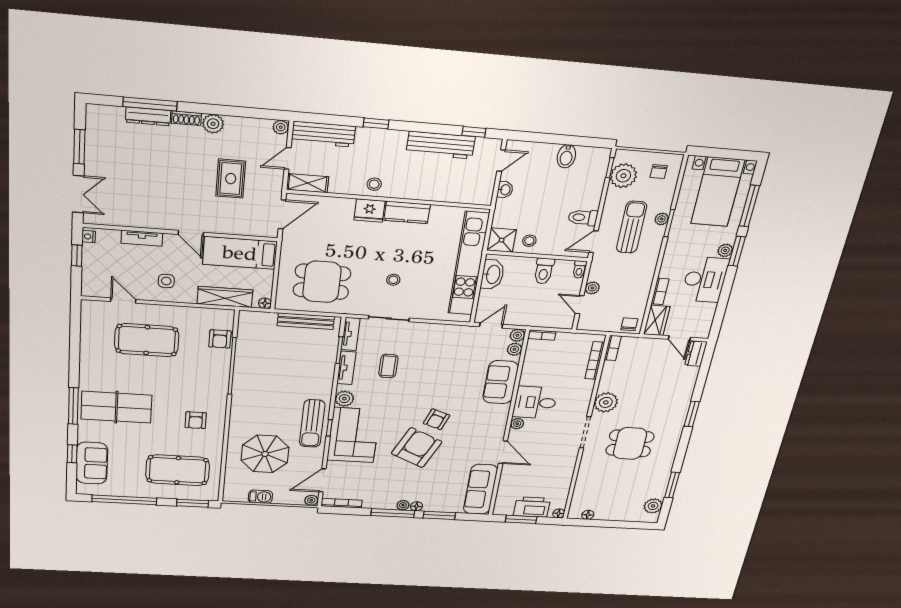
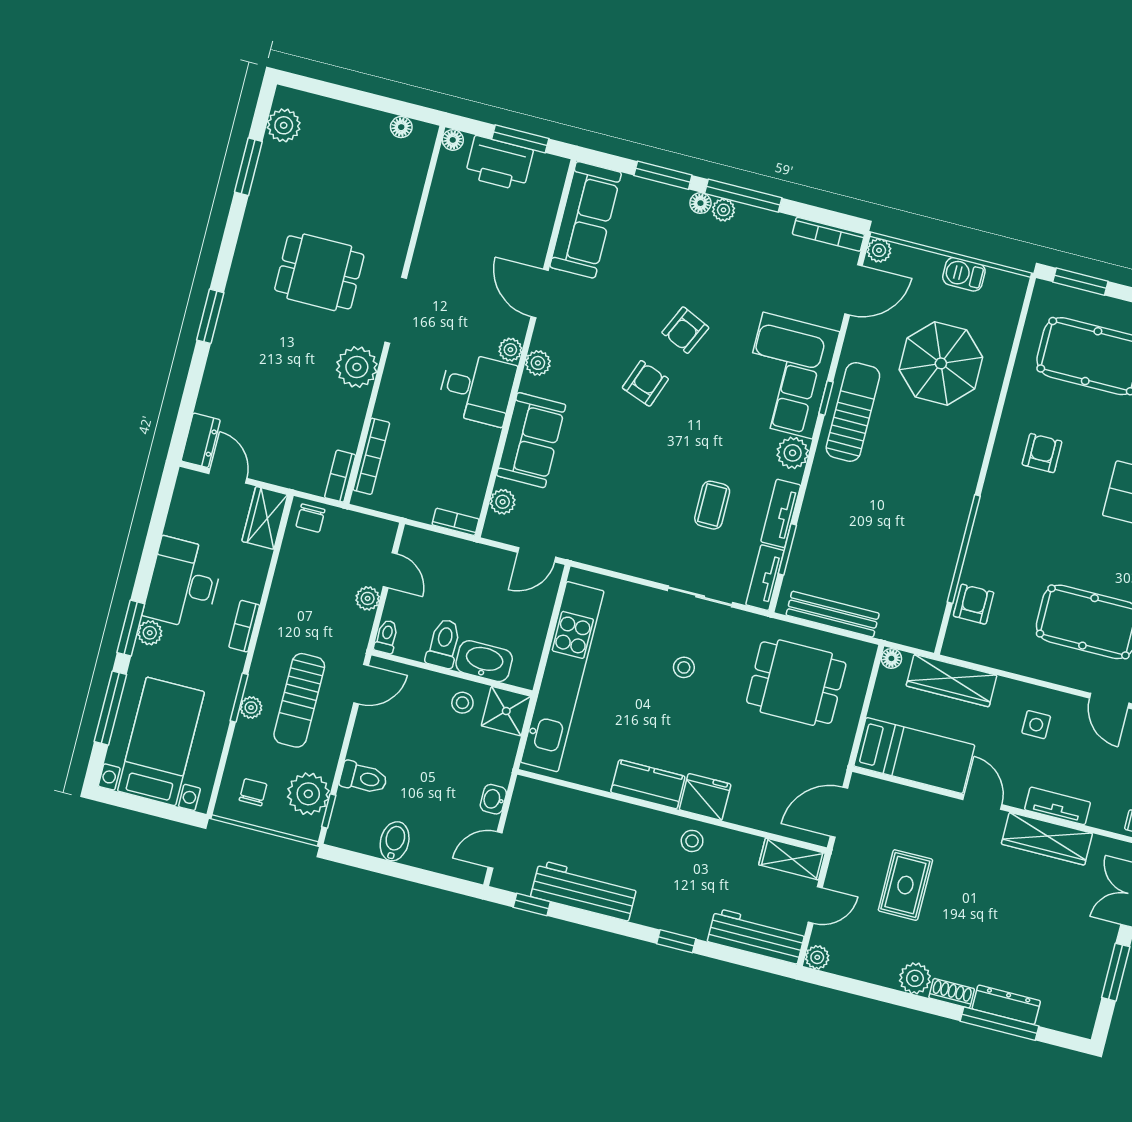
toilet: (583, 218) -> (364, 778), moved
wardrobe: (144, 219) -> (1047, 839), added
washbasin: (493, 274) -> (484, 661), moved, turned 90
bookcase: (660, 291) -> (244, 626), moved
plant: (517, 335) -> (538, 363), moved
armchair: (417, 448) -> (685, 330), width x0.53, depth x0.53

